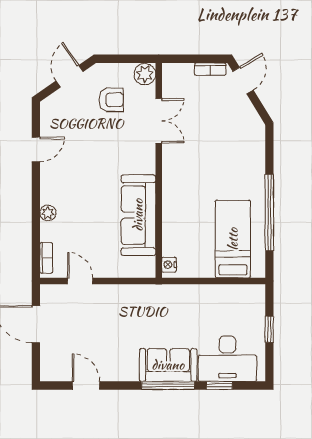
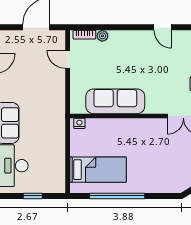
plant: (48, 213) -> (102, 36), moved
door: (80, 281) -> (68, 59), swing flipped

